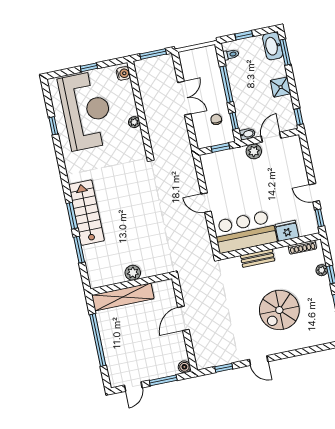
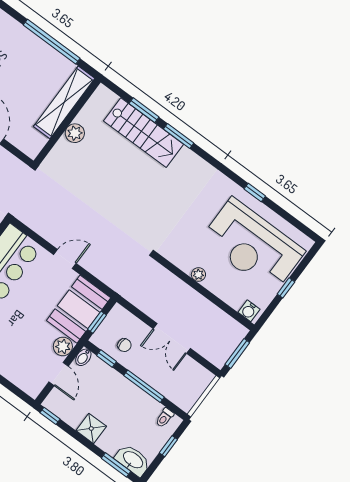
window: (53, 126) -> (255, 192), moved
booth: (224, 165) -> (79, 309), added
stairs: (86, 213) -> (144, 133), moved

